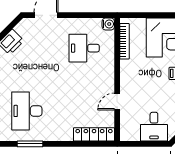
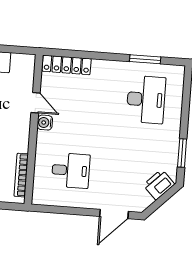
water cooler: (108, 24) -> (45, 123), moved
door: (117, 102) -> (36, 103), hinge flipped

